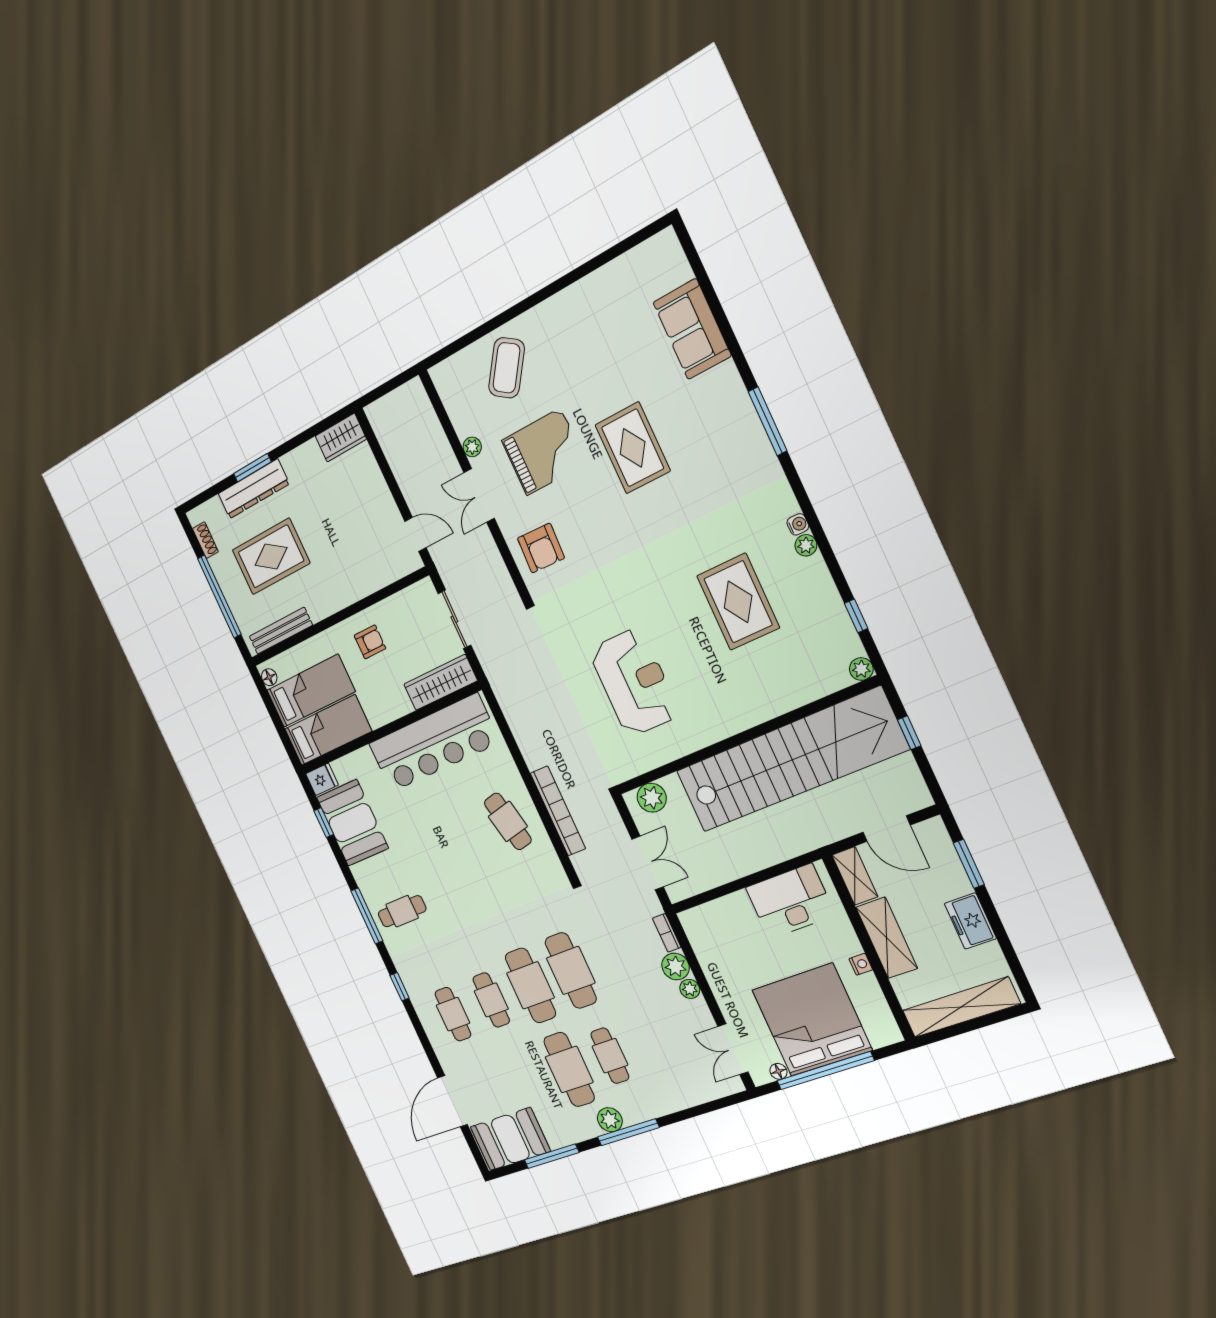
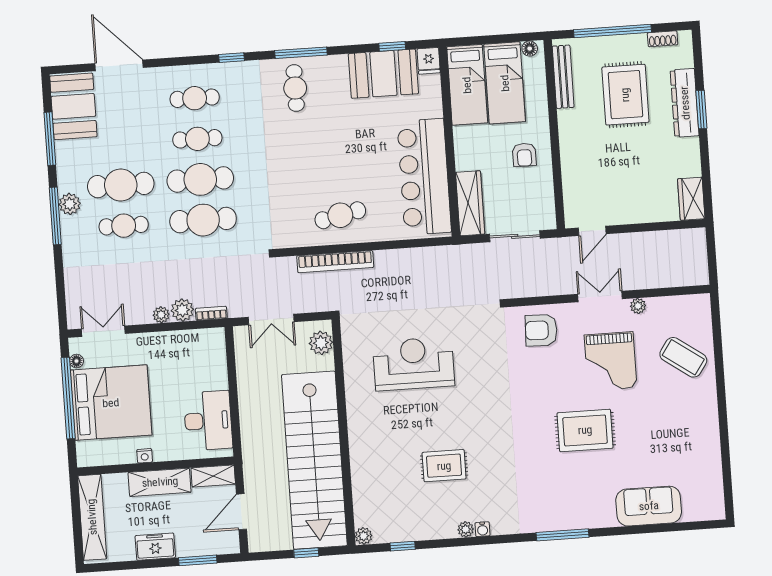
rug: (738, 602) -> (444, 466), width x0.73, depth x0.70
reception desk: (634, 682) -> (414, 364), turned 180

